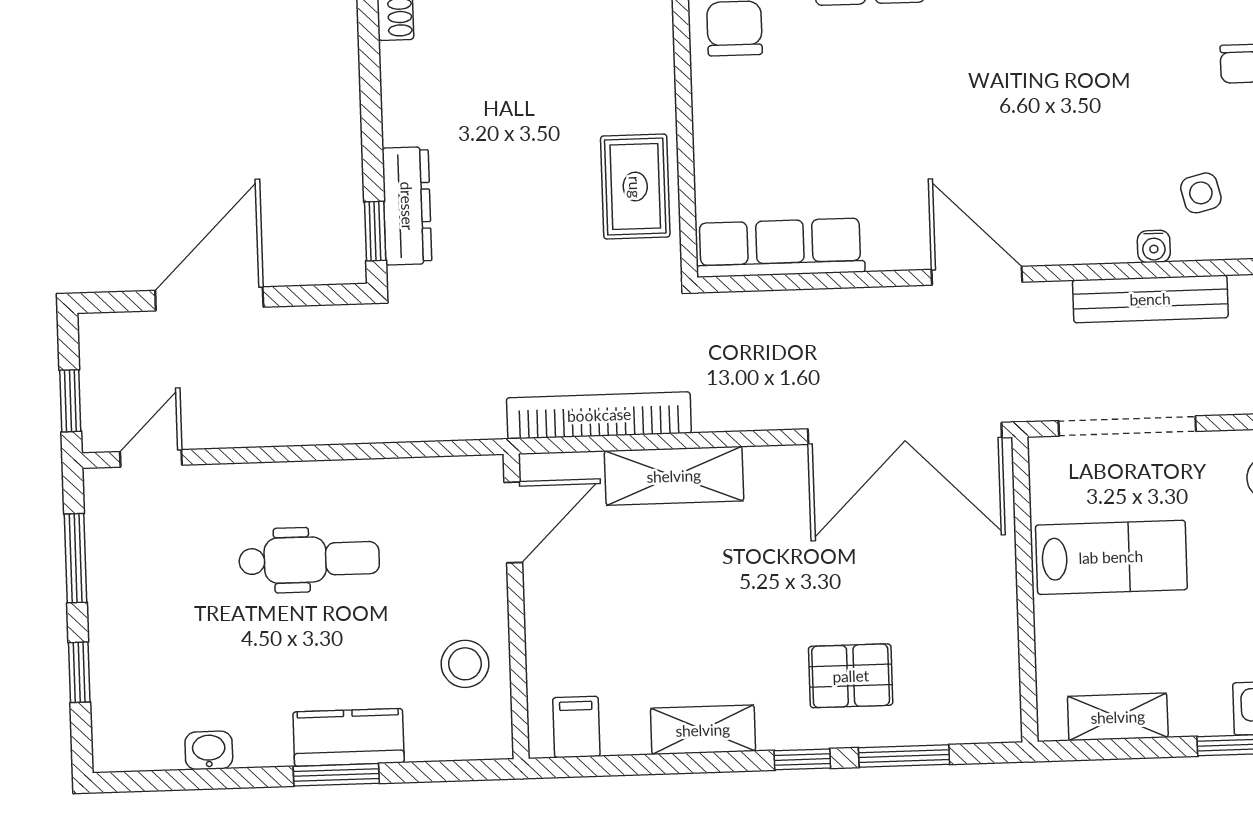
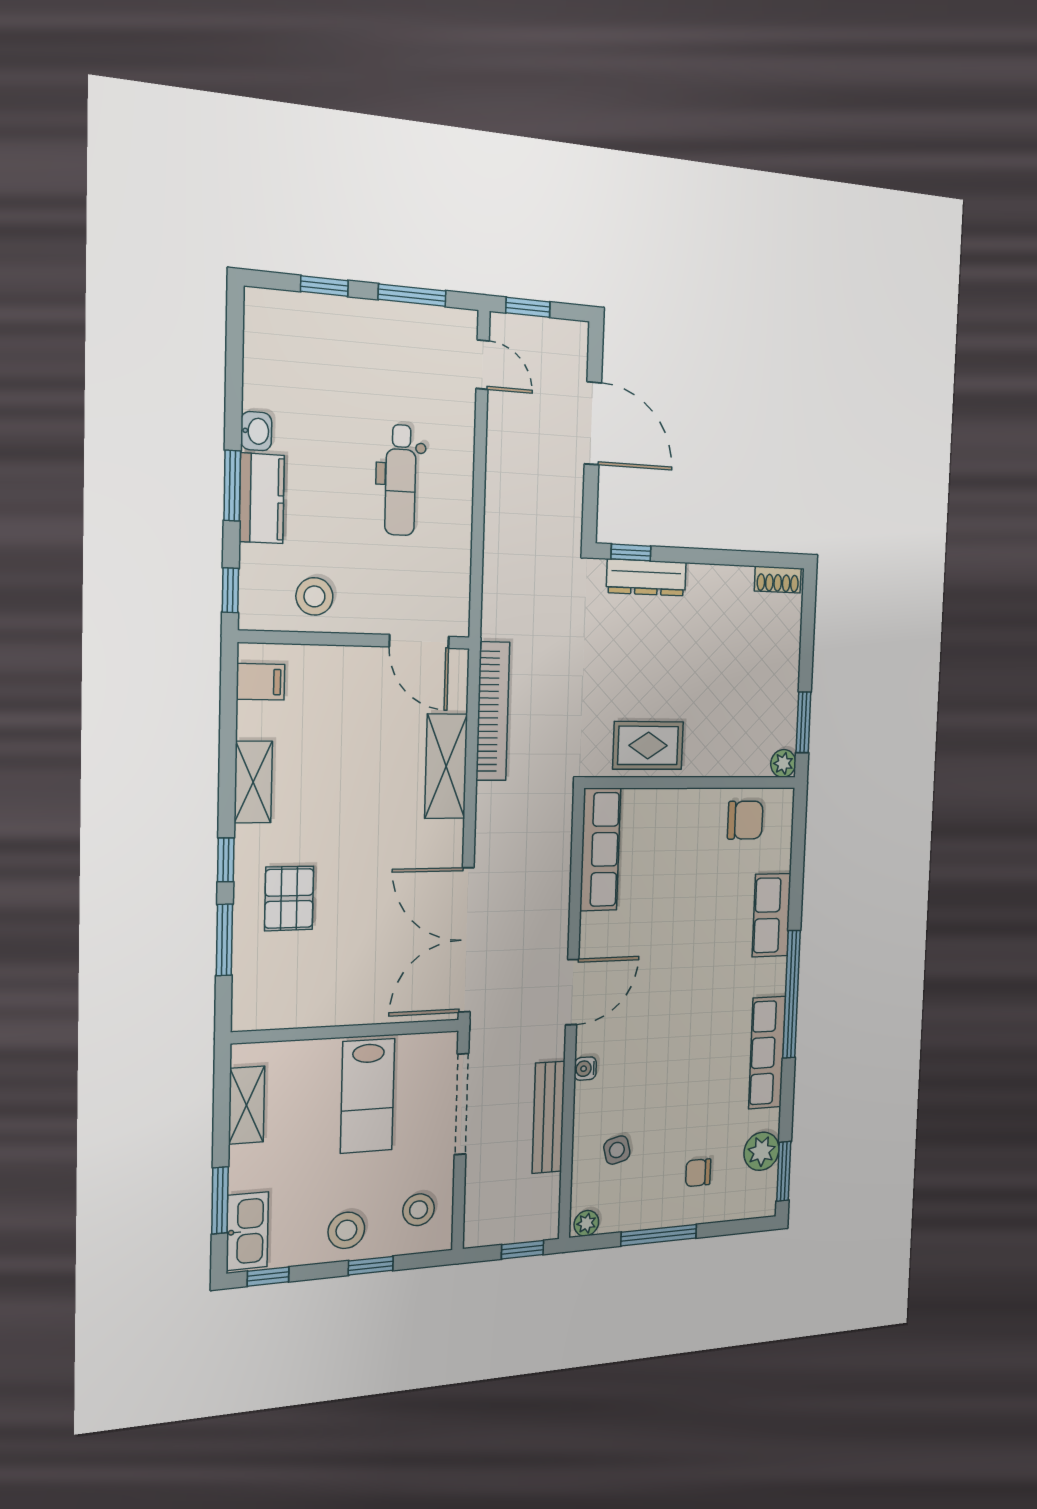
water cooler: (1154, 246) -> (585, 1069), moved
washbasin: (209, 750) -> (256, 431), moved
window: (465, 771) -> (230, 590), added

